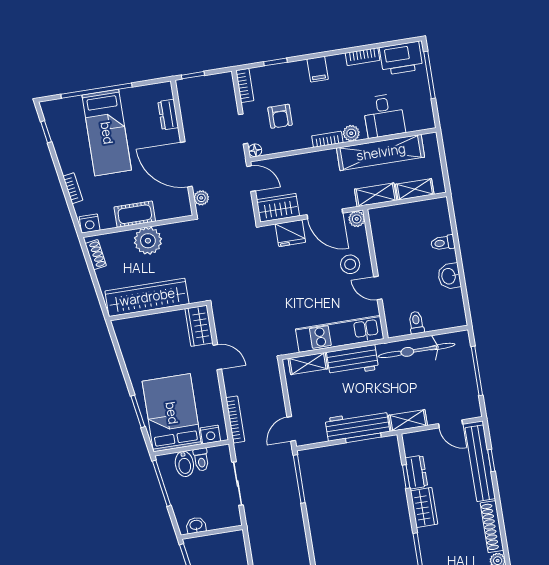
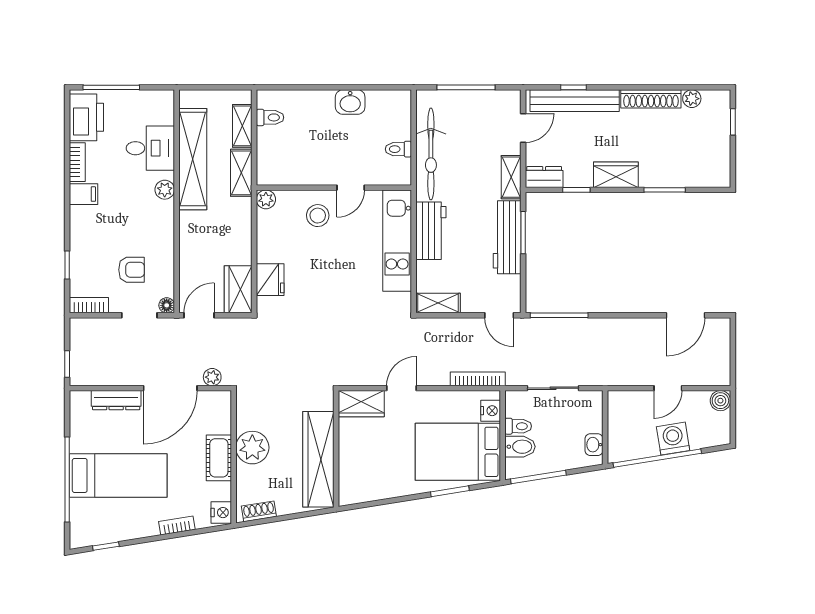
filing cabinet: (318, 69) -> (84, 194), moved
dresser: (168, 115) -> (116, 400), width x1.44
bookcase: (327, 139) -> (167, 219), removed
door: (325, 214) -> (254, 236), removed
toilet: (443, 243) -> (270, 117), moved, turned -90
shelving: (308, 364) -> (438, 303), moved, turned 90
dresser: (416, 472) -> (544, 177), moved

